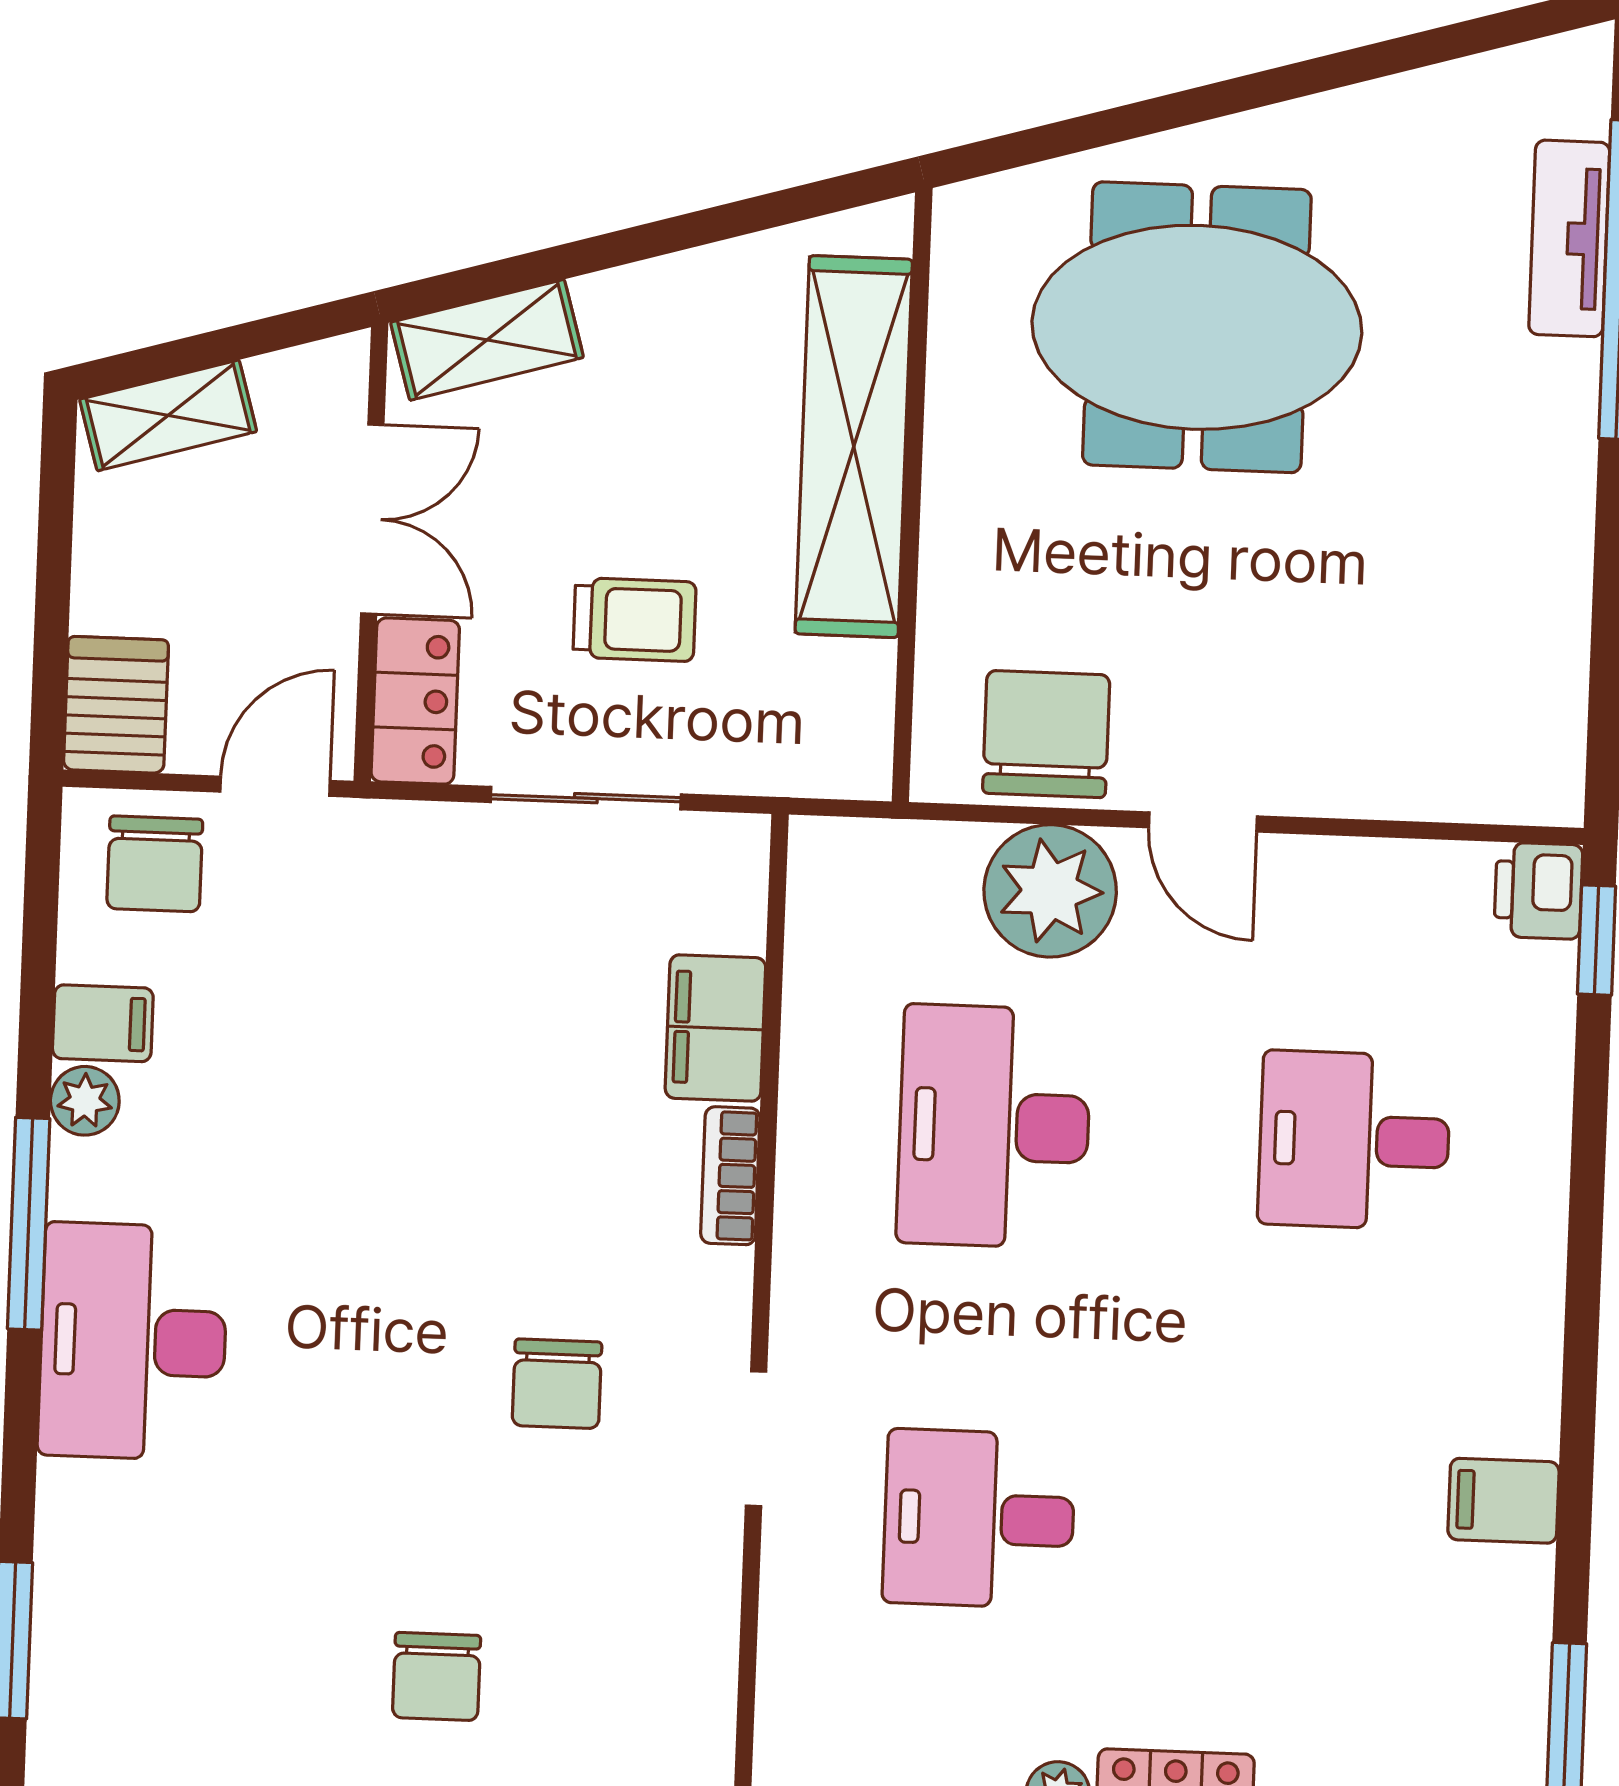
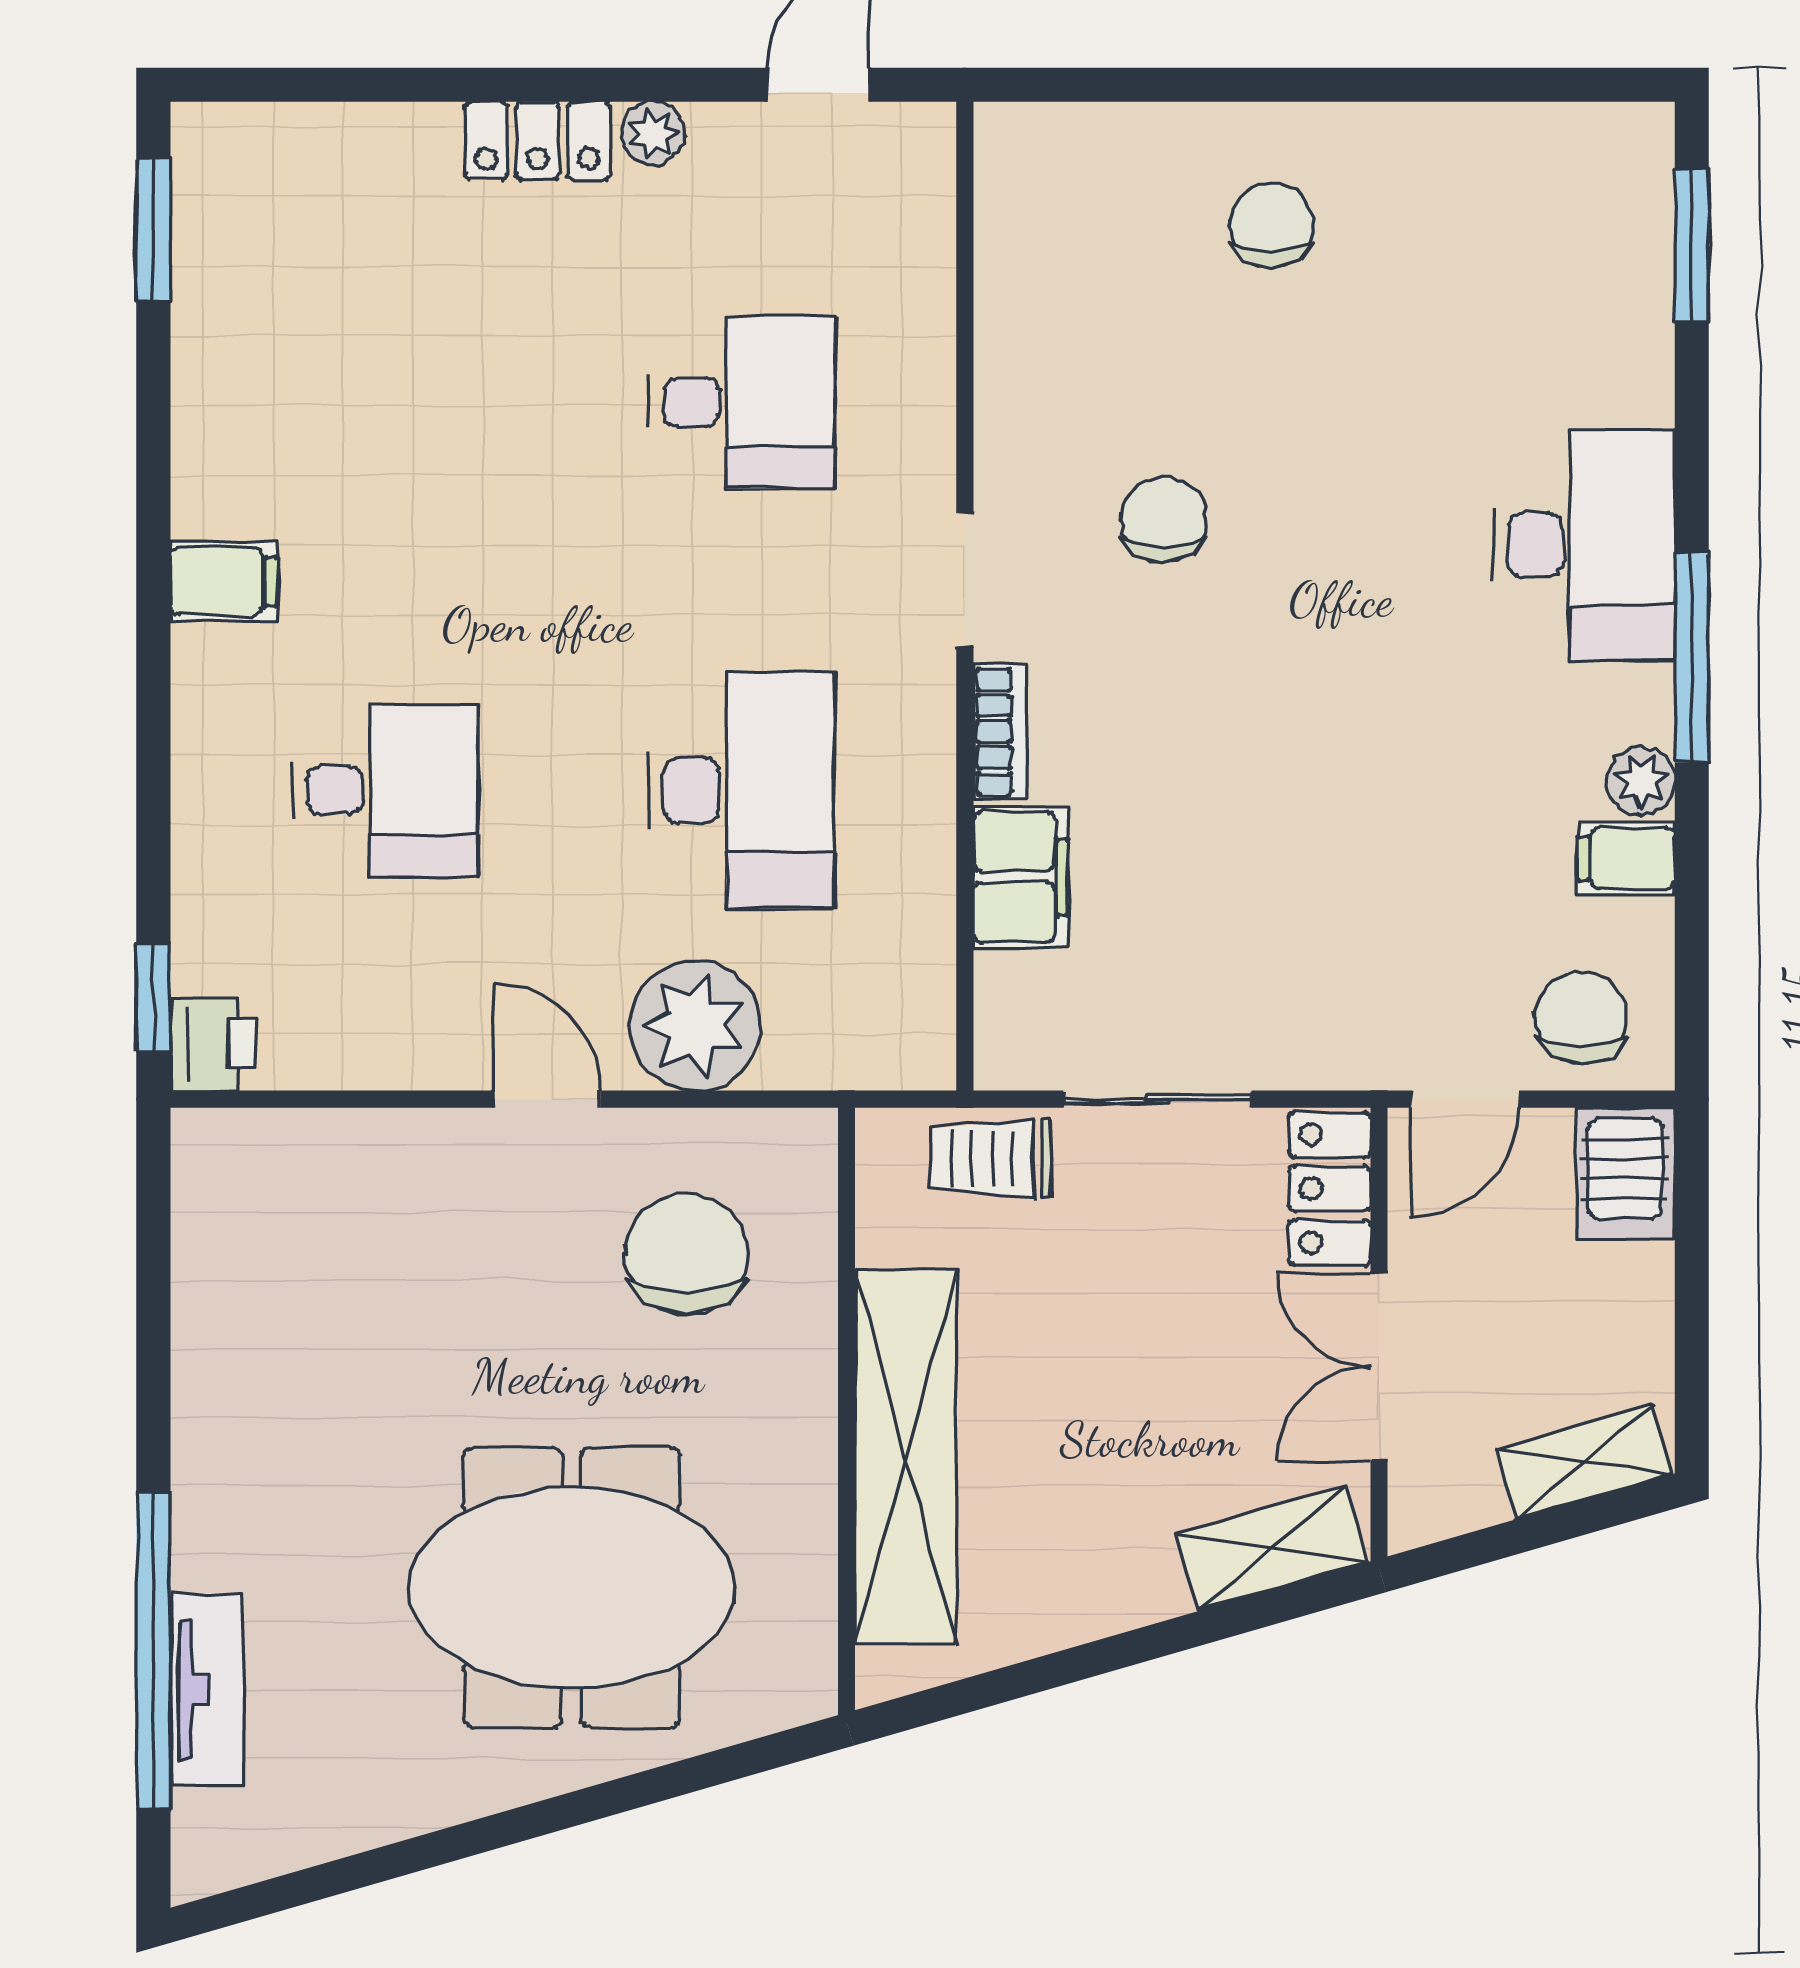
trolley: (635, 620) -> (991, 1159), moved
chair: (1046, 734) -> (687, 1254), moved, turned 180
doorway: (756, 1439) -> (965, 580), moved
filing cabinet: (1503, 1501) -> (224, 581), moved

